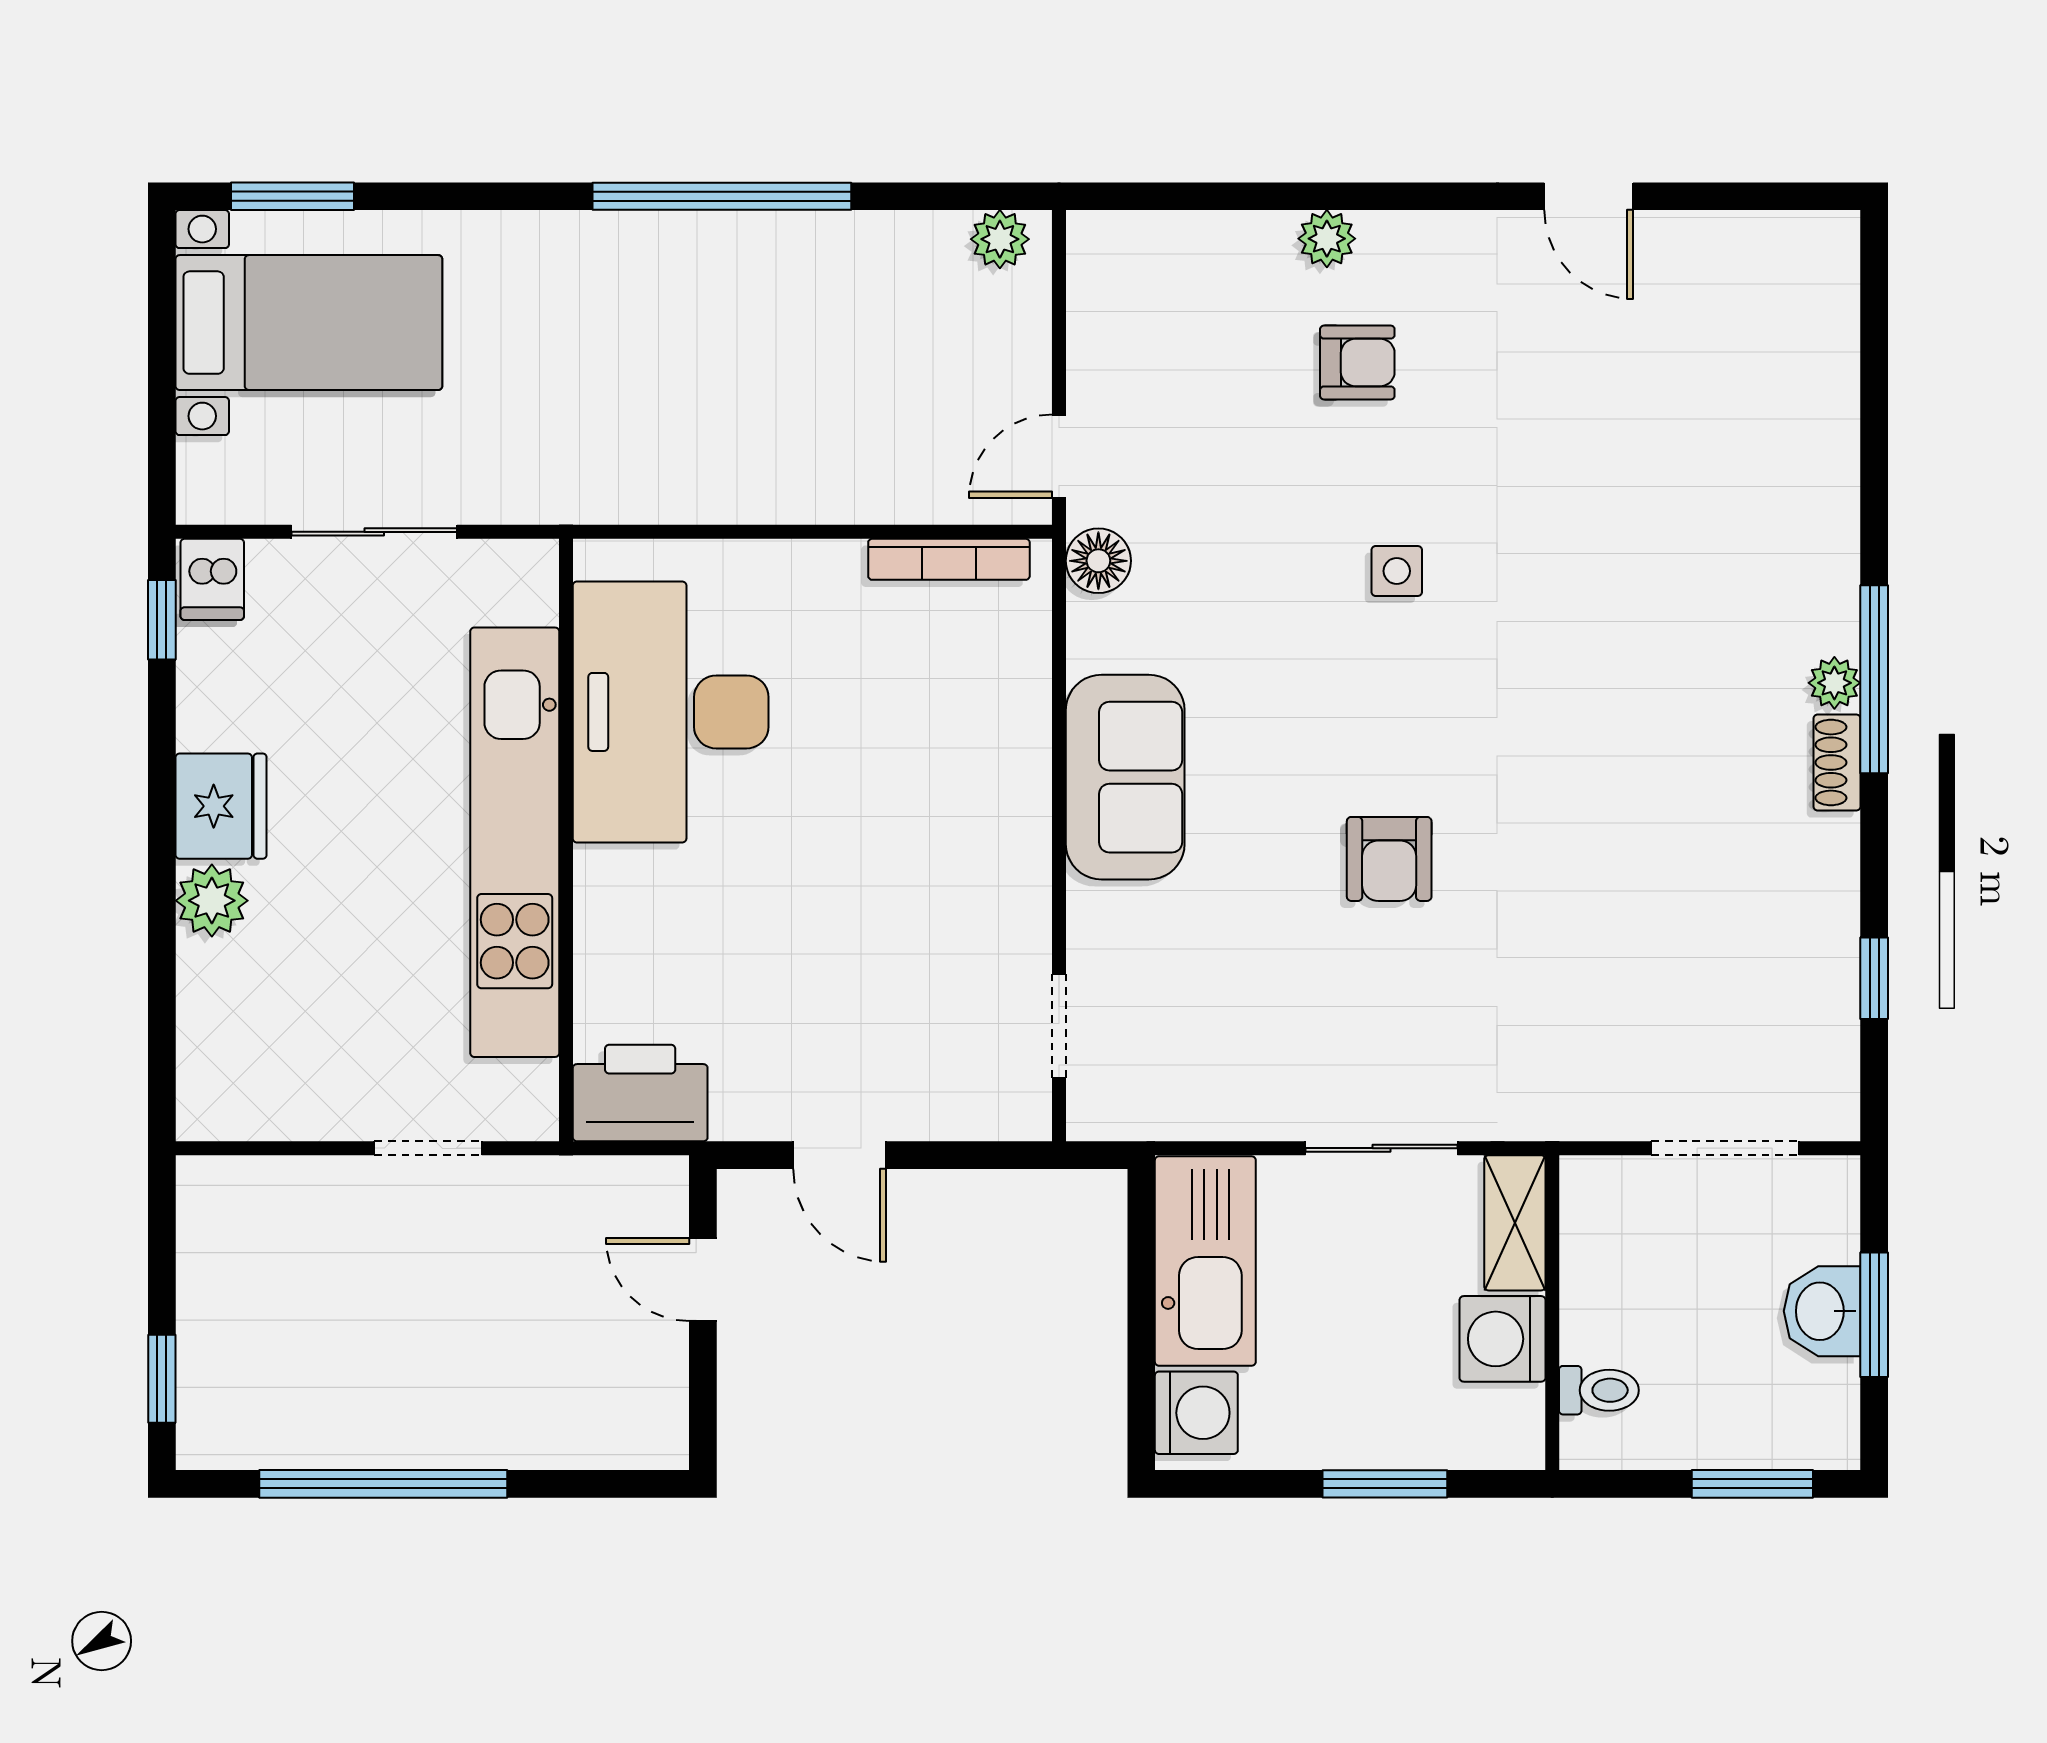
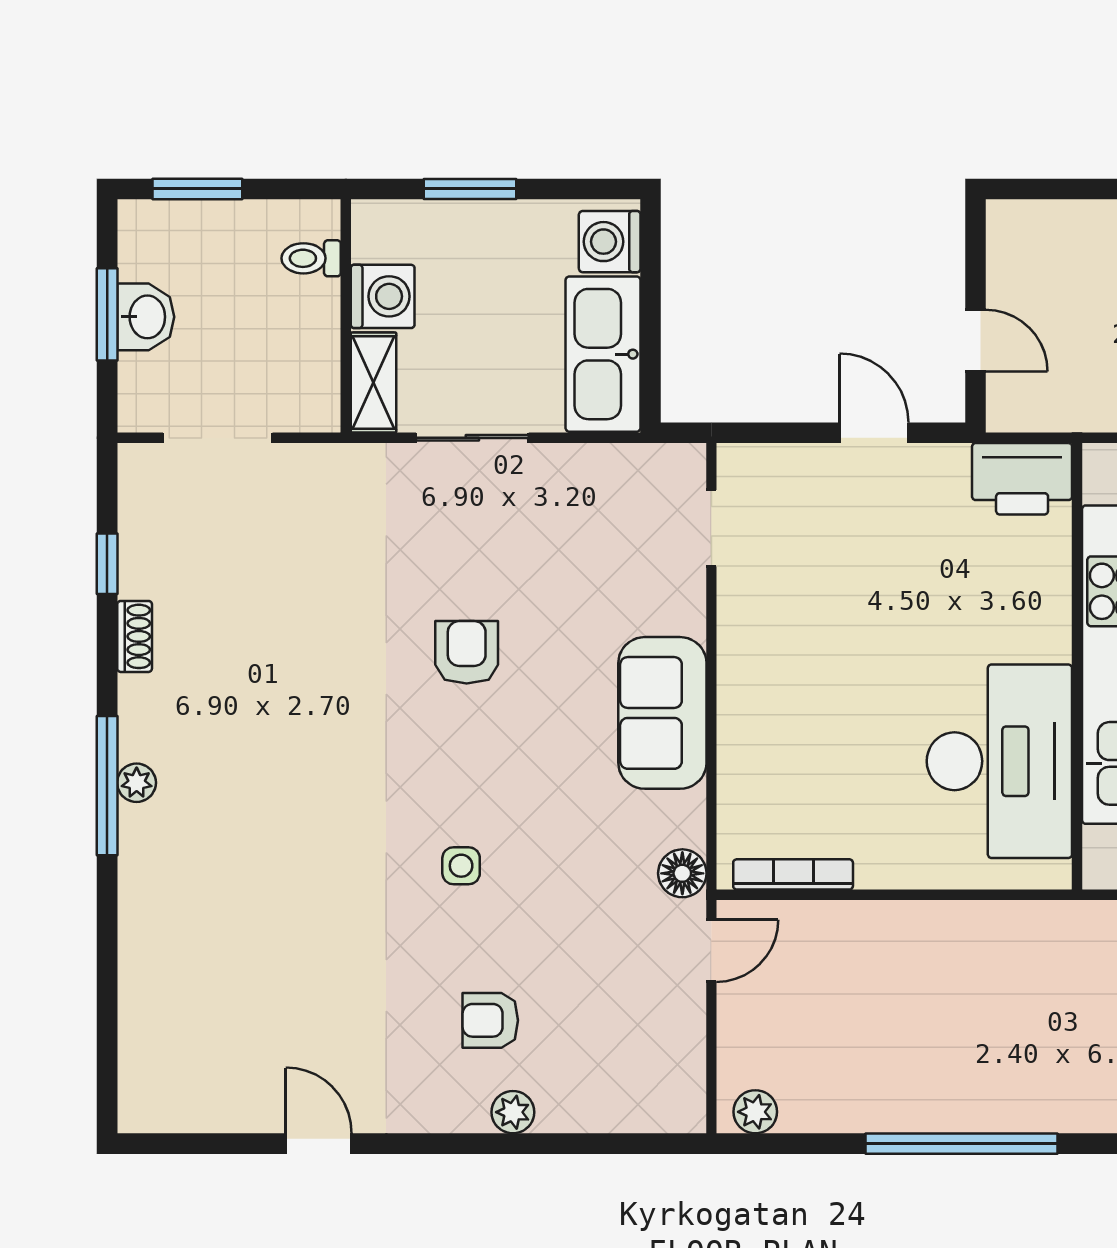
shoe rack: (1837, 762) -> (135, 636), moved

